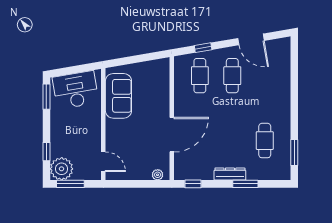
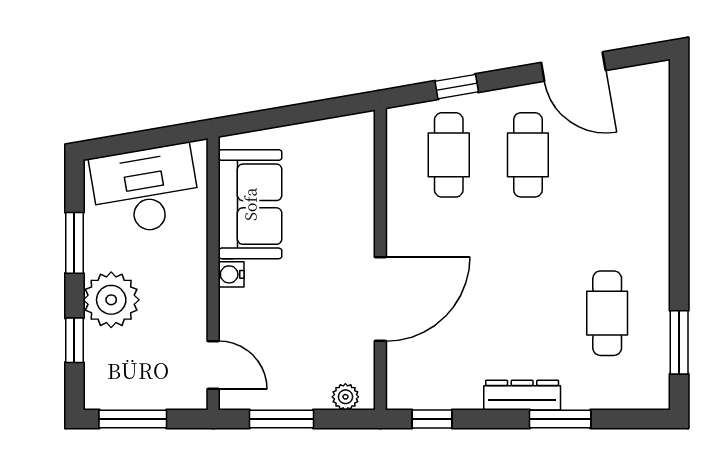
window: (46, 97) -> (74, 243), moved
water cooler: (111, 125) -> (231, 274), added
plant: (62, 169) -> (111, 300), moved
window: (131, 184) -> (281, 419), added

